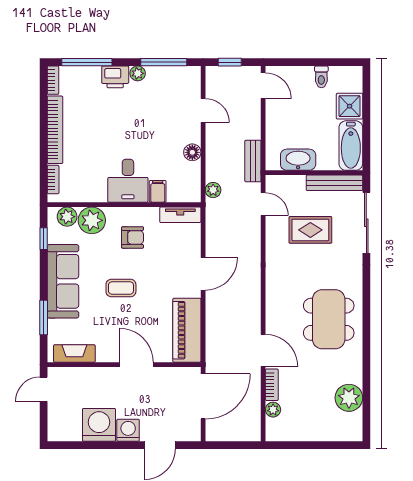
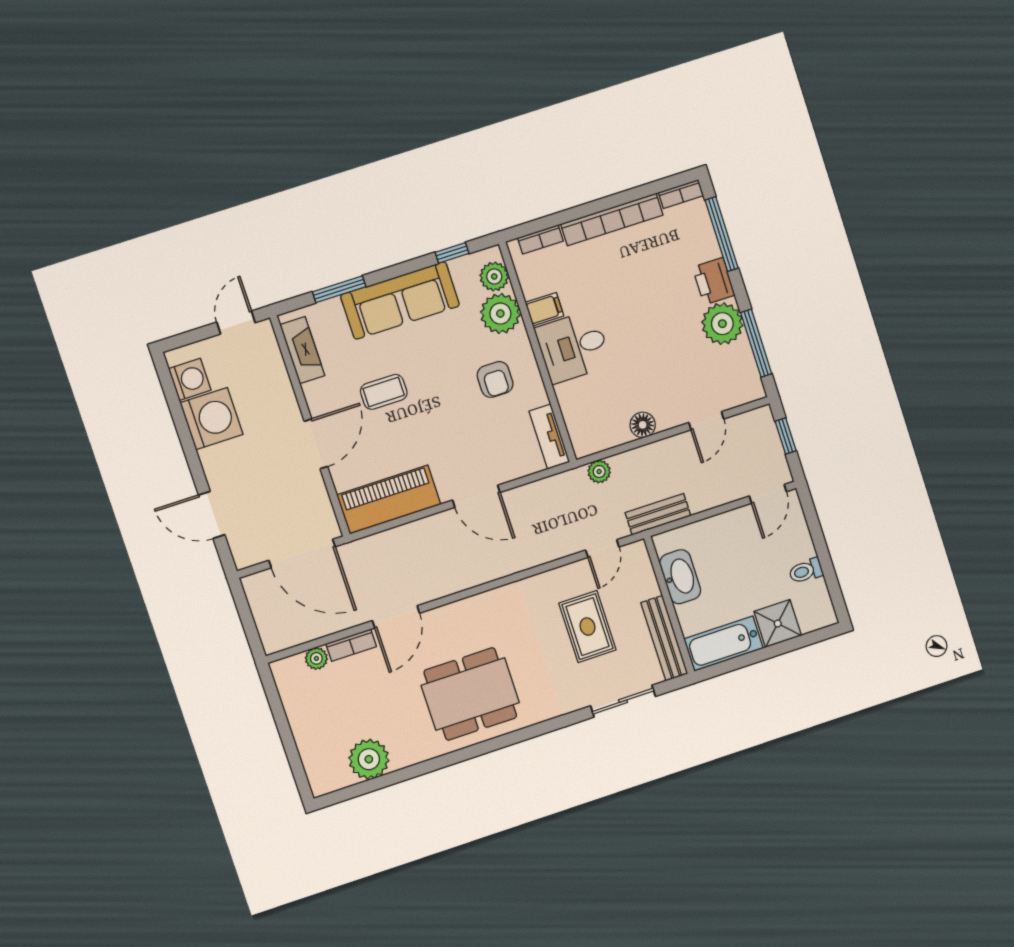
plant: (138, 73) -> (722, 324), width x1.87, depth x1.87
filing cabinet: (158, 191) -> (544, 309), moved
sliding door: (366, 223) -> (623, 701), width x0.73
coffee table: (121, 288) -> (384, 392), moved, turned 90
door: (44, 389) -> (236, 322), hinge flipped
washing machine: (128, 430) -> (190, 379), moved

